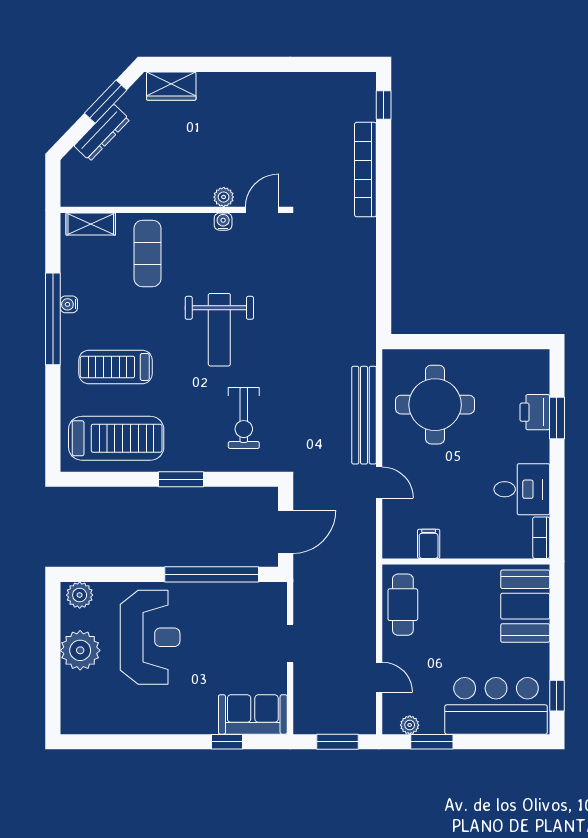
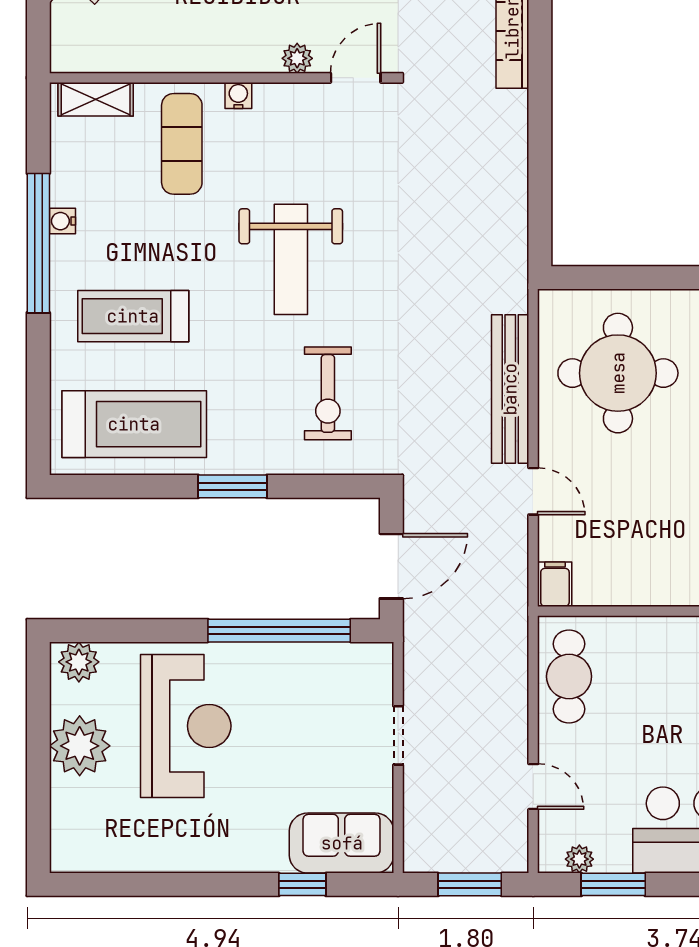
water cooler: (223, 222) -> (238, 96), moved
filing cabinet: (429, 544) -> (555, 584), moved

